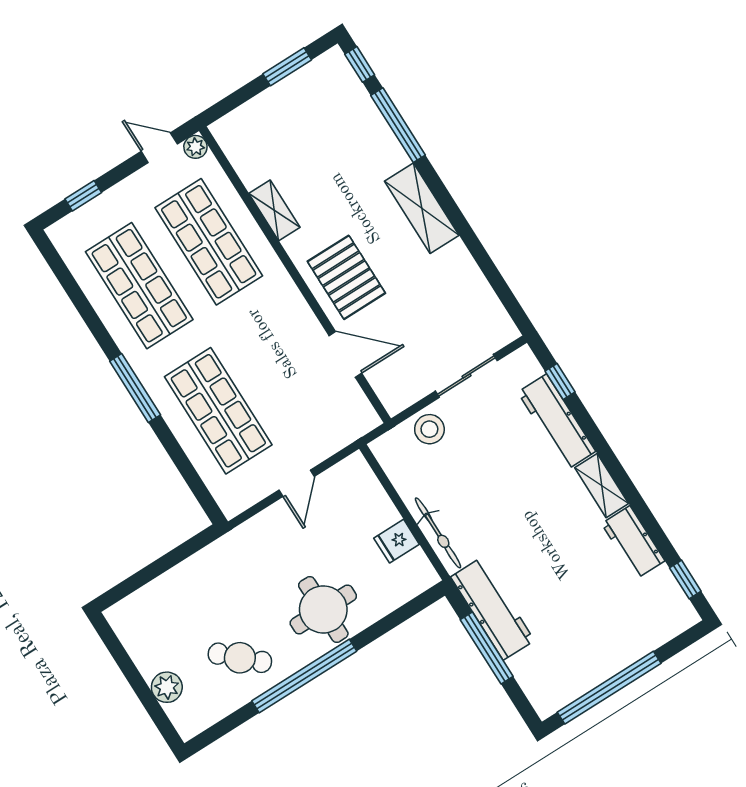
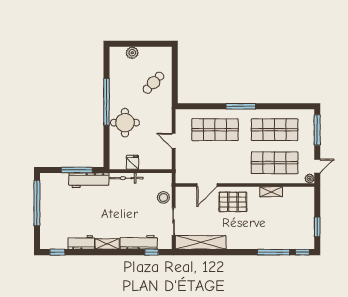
window: (83, 196) -> (317, 130), width x2.17
shelving: (422, 208) -> (201, 242), moved, width x1.47
cafe table: (240, 658) -> (153, 83), moved

